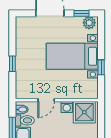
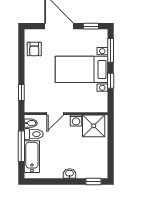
plant: (89, 23) -> (99, 36), removed
armchair: (25, 36) -> (34, 49), added
window: (101, 37) -> (111, 50), added
window: (12, 64) -> (21, 92), moved

